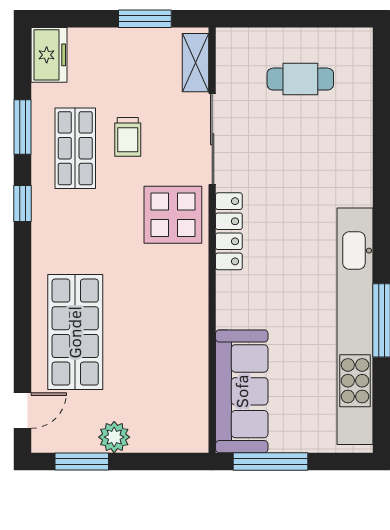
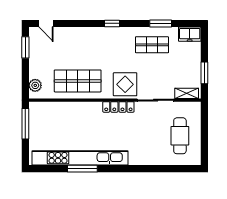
cafe table: (300, 79) -> (180, 136), width x1.37, depth x1.35
trolley: (128, 137) -> (157, 66), removed
window: (23, 203) -> (112, 23), moved
shop shelf: (75, 332) -> (78, 81), moved
sofa: (242, 391) -> (54, 112), removed
plant: (114, 437) -> (35, 85), moved

